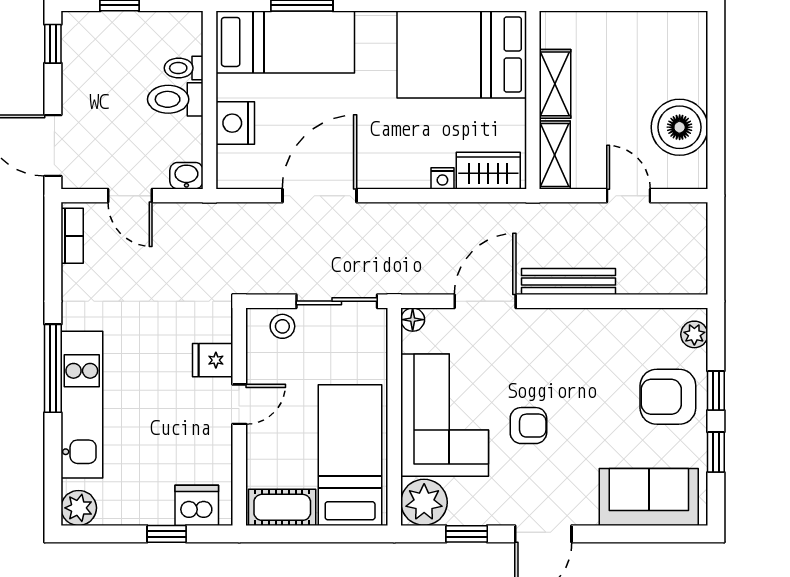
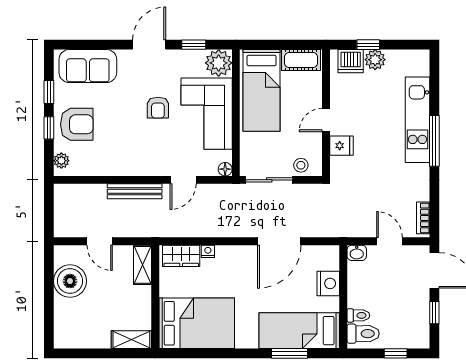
window: (53, 44) -> (434, 313), moved
shelving: (555, 84) -> (131, 340), moved, turned 90
toilet: (175, 99) -> (363, 334), moved
door: (485, 301) -> (183, 180), width x0.73
armchair: (528, 426) -> (158, 108), turned -90
plant: (79, 508) -> (375, 60), moved

